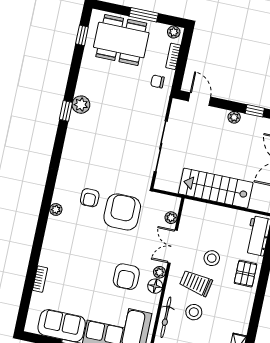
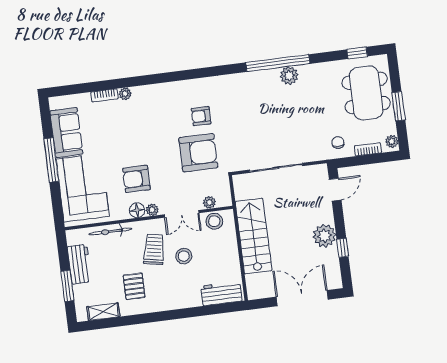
window: (66, 111) -> (278, 63), width x3.17
plant: (234, 117) -> (324, 236), width x1.88, depth x1.88
plant: (56, 209) -> (125, 94), moved
double door: (173, 247) -> (182, 214), swing flipped
pallet: (246, 274) -> (134, 286), moved, turned 90
stool: (194, 312) -> (214, 221), moved

